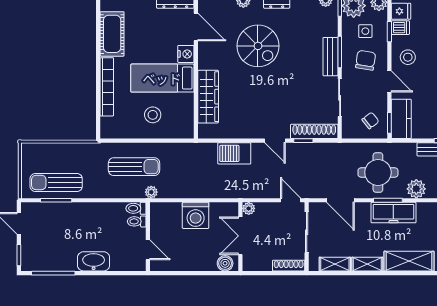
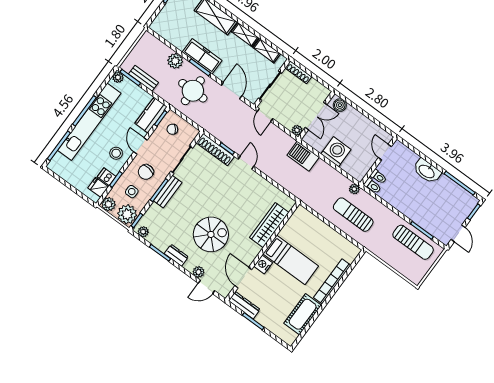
spiral stairs: (258, 46) -> (211, 234), turned 90
stool: (153, 115) -> (315, 240), removed
barbecue: (234, 153) -> (303, 156), moved, turned 180

